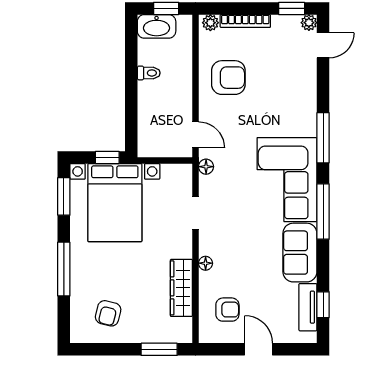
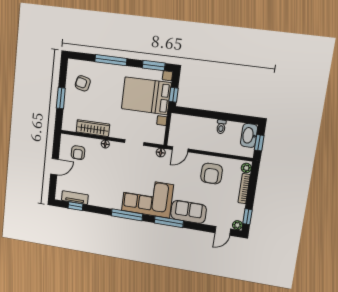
door: (323, 45) -> (223, 231), hinge flipped
sofa: (300, 253) -> (188, 212), moved
window: (159, 349) -> (61, 98), moved

